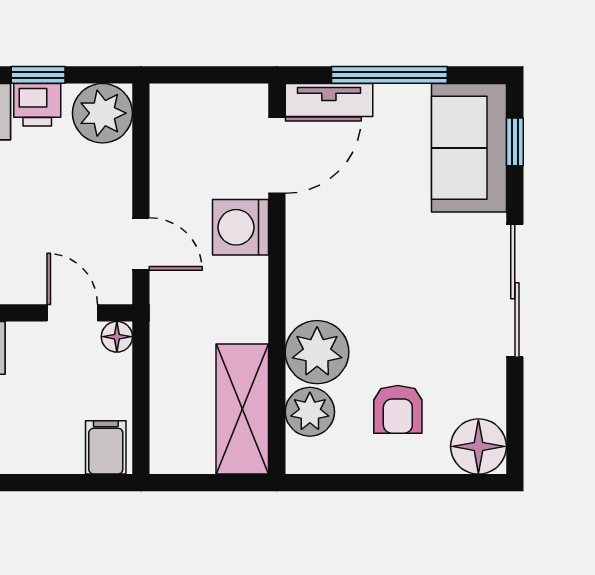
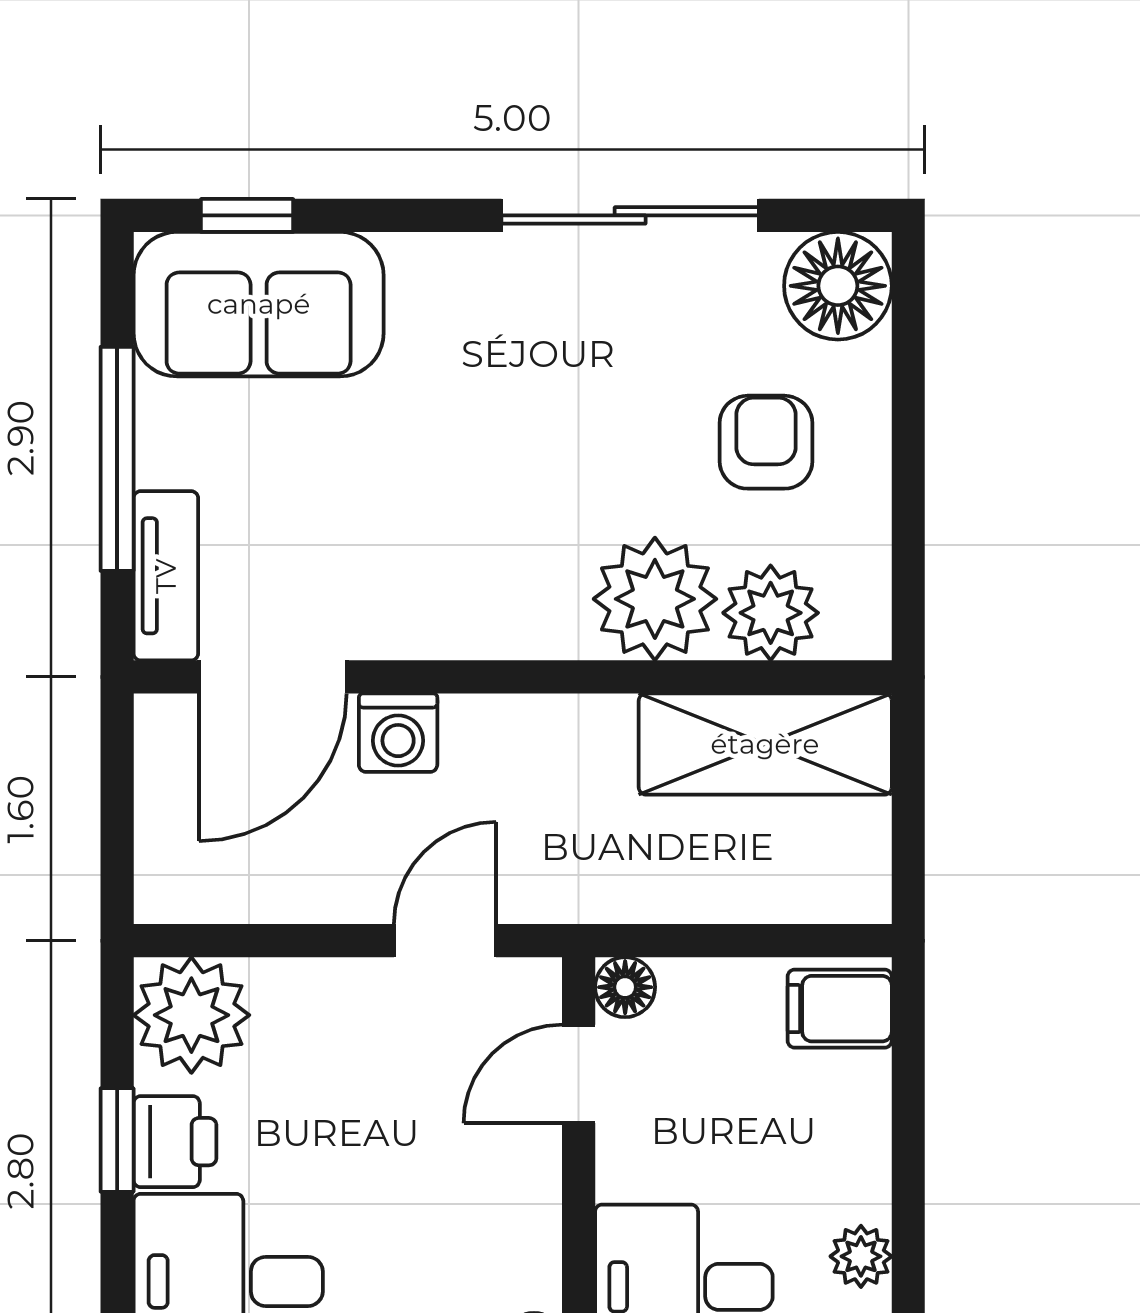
door: (277, 155) -> (273, 677), swing flipped
washing machine: (240, 227) -> (398, 733), width x0.73, depth x0.73
sliding door: (515, 291) -> (630, 215), moved
armchair: (398, 409) -> (766, 442), turned -90

